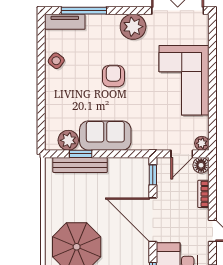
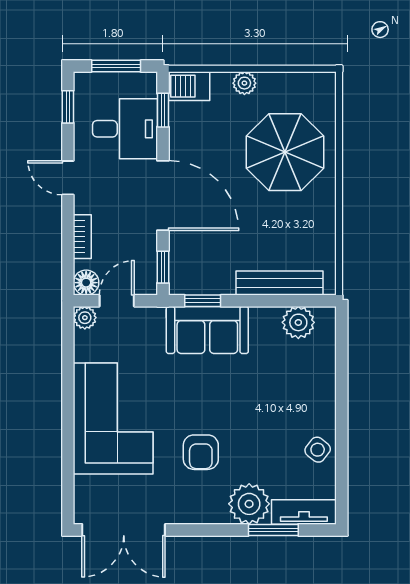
window: (84, 11) -> (273, 530), width x0.69
plant: (133, 27) -> (249, 504), moved
armchair: (113, 76) -> (201, 452), moved
sofa: (105, 136) -> (207, 330), moved
window: (81, 154) -> (203, 301), moved

